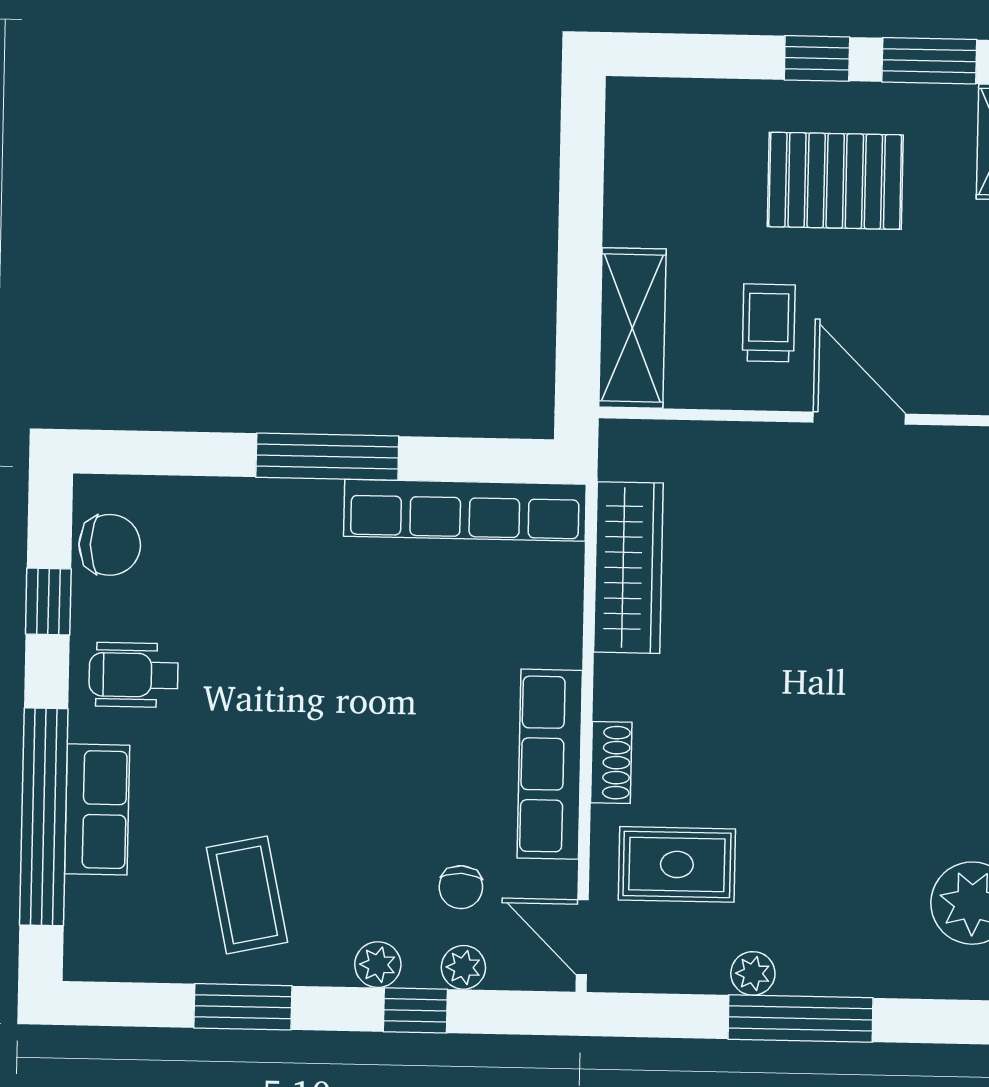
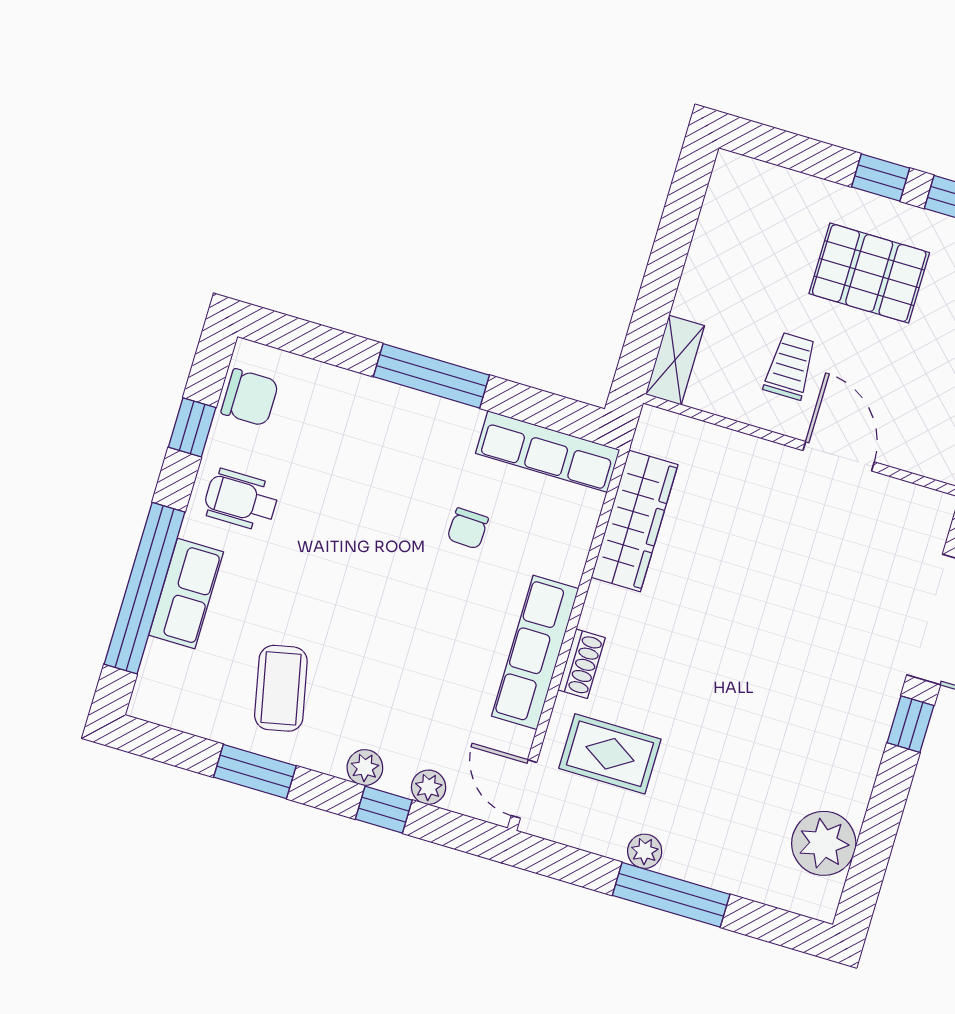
shelving: (632, 328) -> (675, 360), width x0.67, depth x0.75
row of seats: (465, 510) -> (548, 451), width x0.73
chair: (461, 887) -> (468, 528), moved

